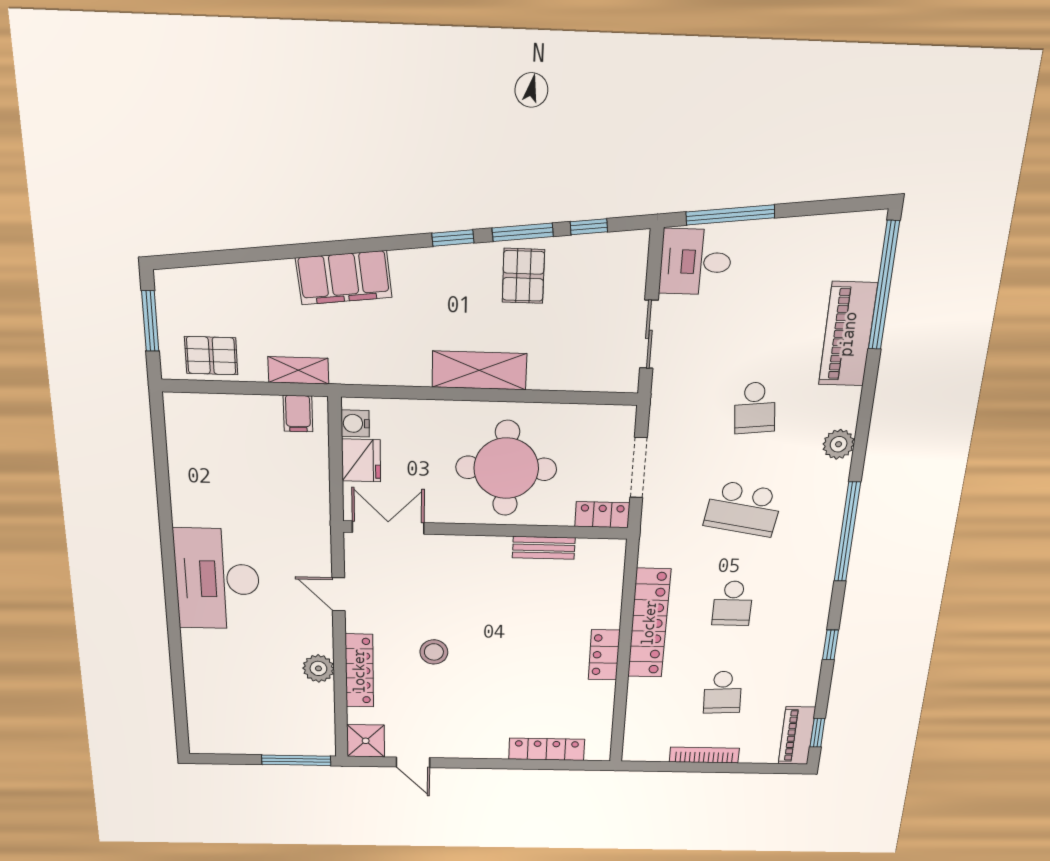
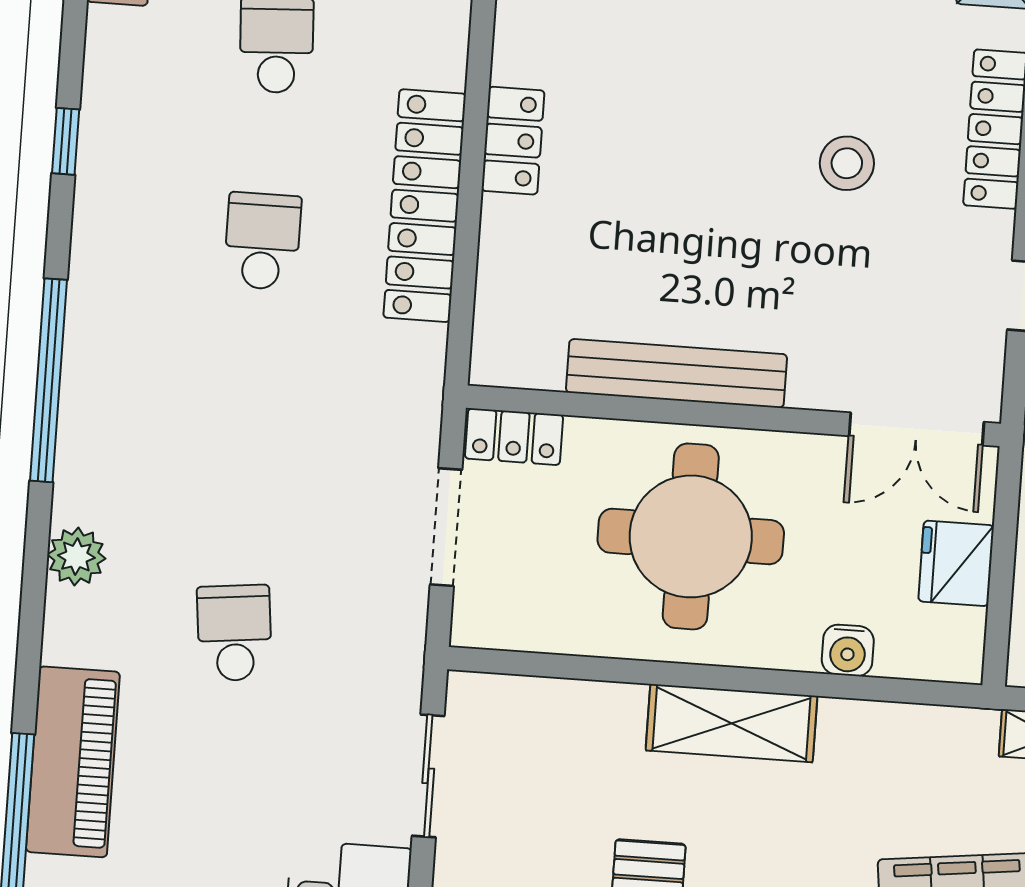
water cooler: (355, 423) -> (848, 650), moved, turned 90
school desk: (743, 509) -> (248, 437), removed
bench: (544, 548) -> (676, 373), width x1.86, depth x1.21

